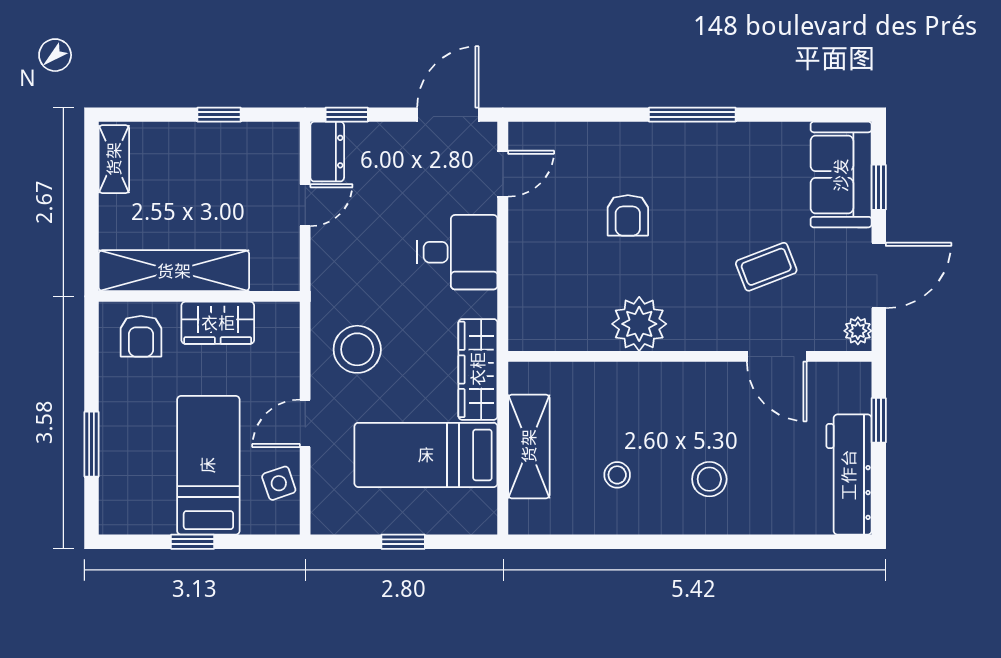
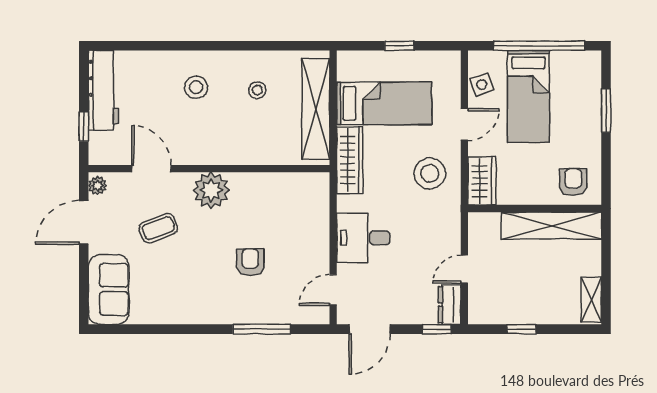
window: (692, 115) -> (262, 329), moved
window: (879, 187) -> (84, 281), removed
wardrobe: (218, 323) -> (482, 181), moved, turned 90
plant: (639, 324) -> (211, 190), moved
shelving: (529, 446) -> (316, 109), width x1.47
window: (193, 542) -> (539, 46), width x3.17

